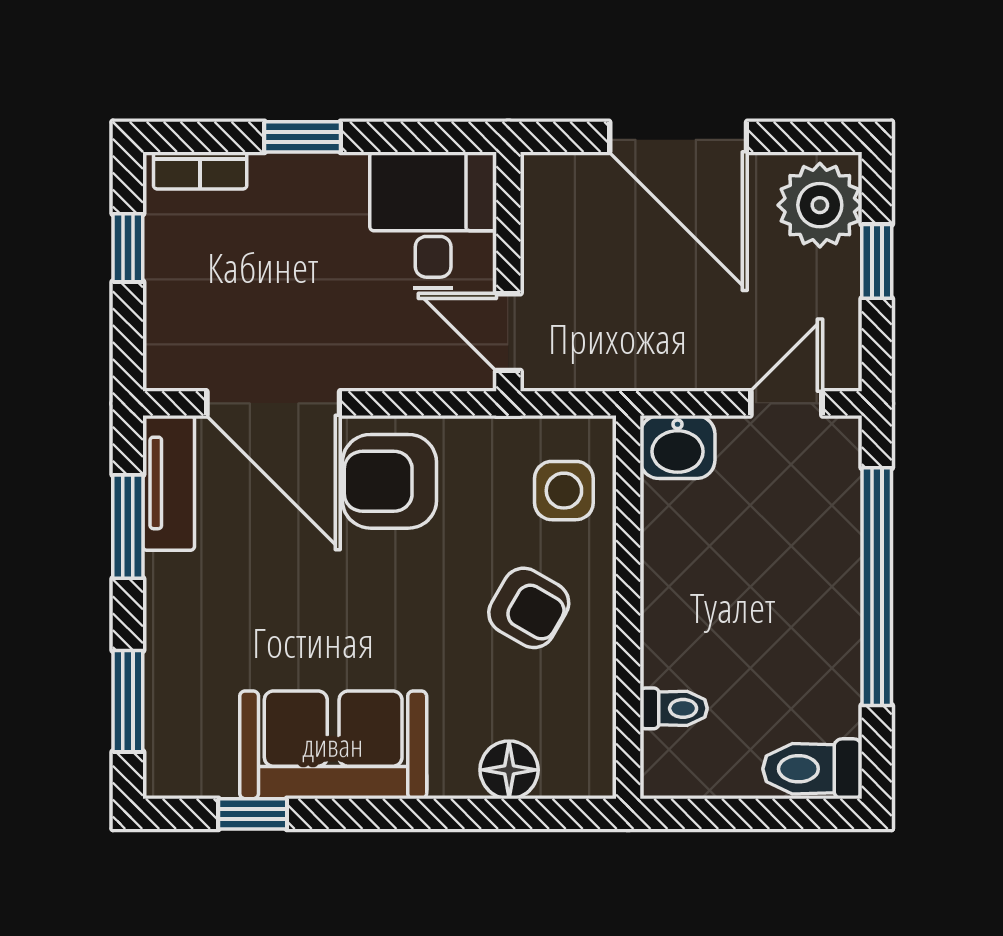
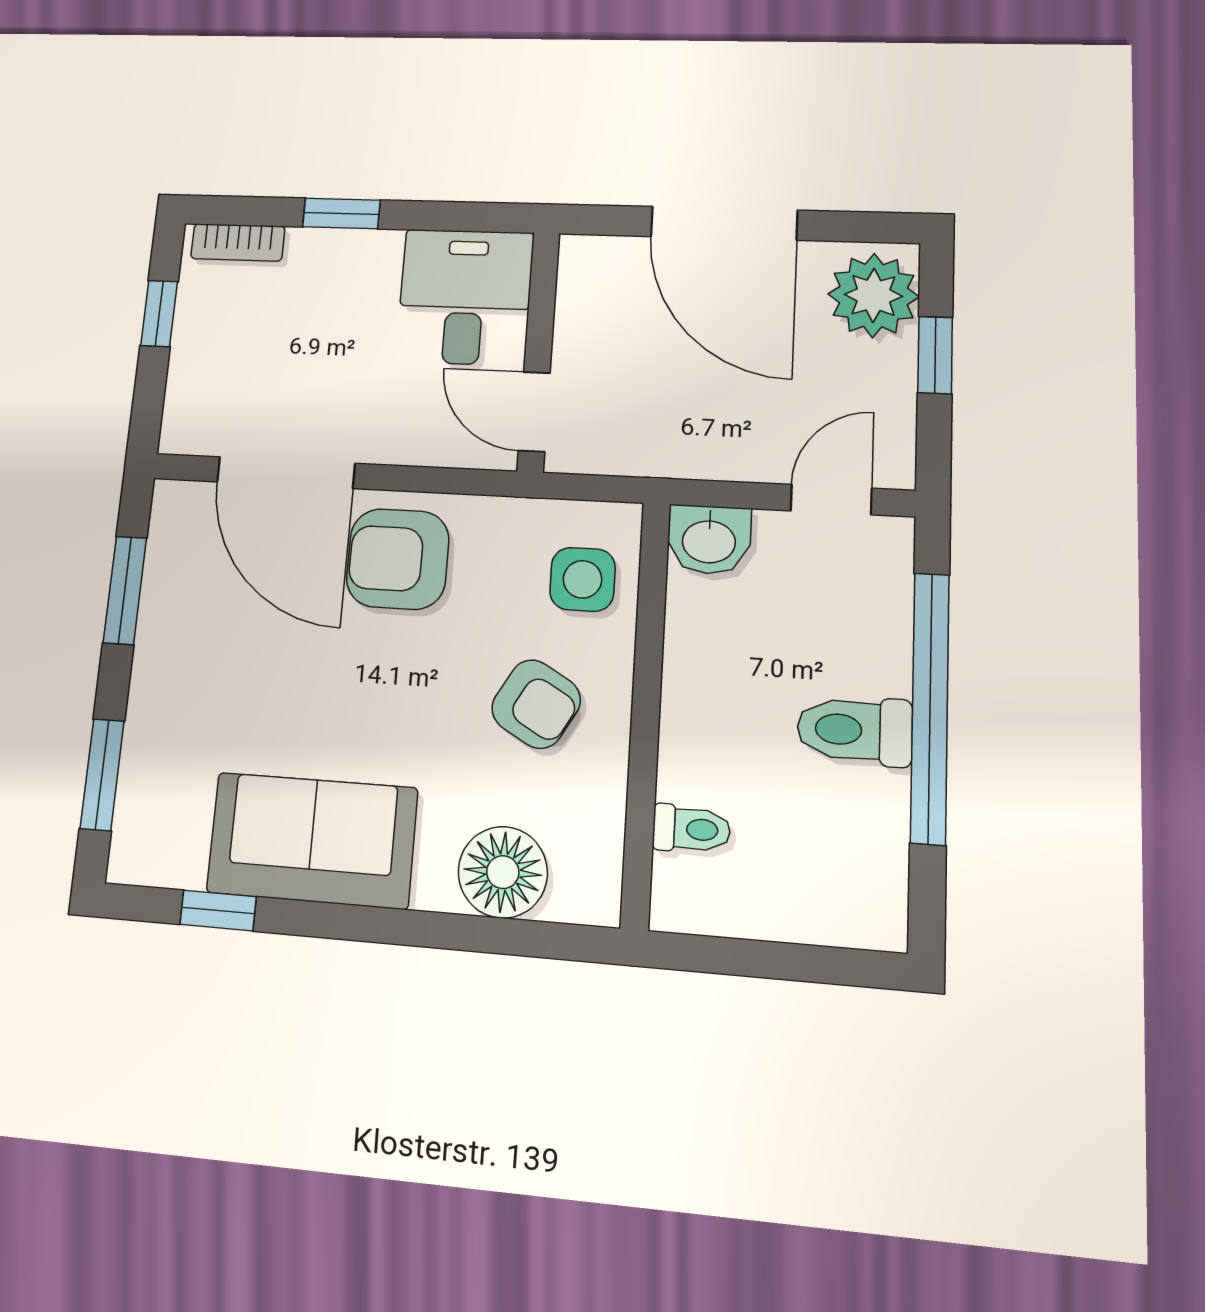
tv unit: (169, 483) -> (171, 548), removed
toilet: (812, 769) -> (854, 730), moved
floor lamp: (509, 770) -> (503, 872), width x1.38, depth x1.38

